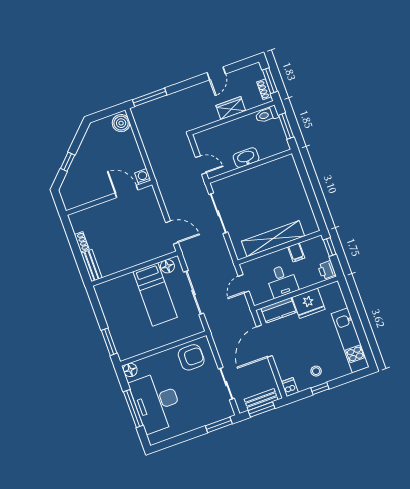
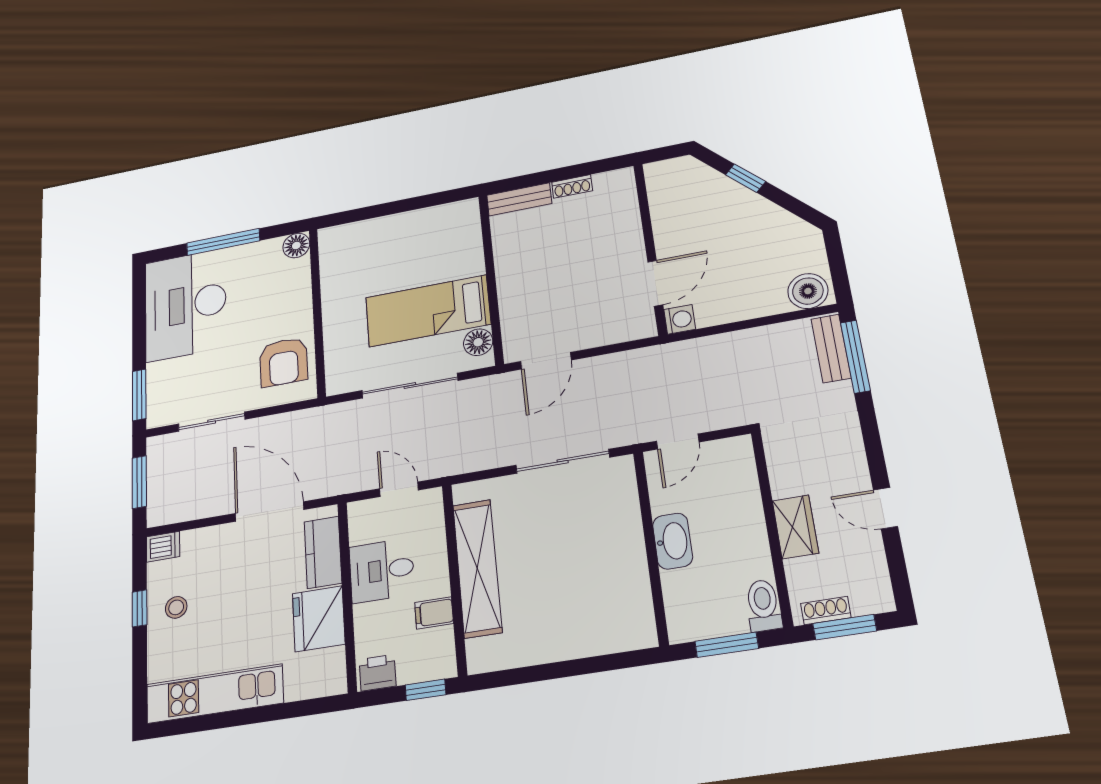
window: (109, 342) -> (361, 214), removed
bench: (261, 399) -> (831, 348), moved
desk: (156, 402) -> (185, 305), moved, turned -90

